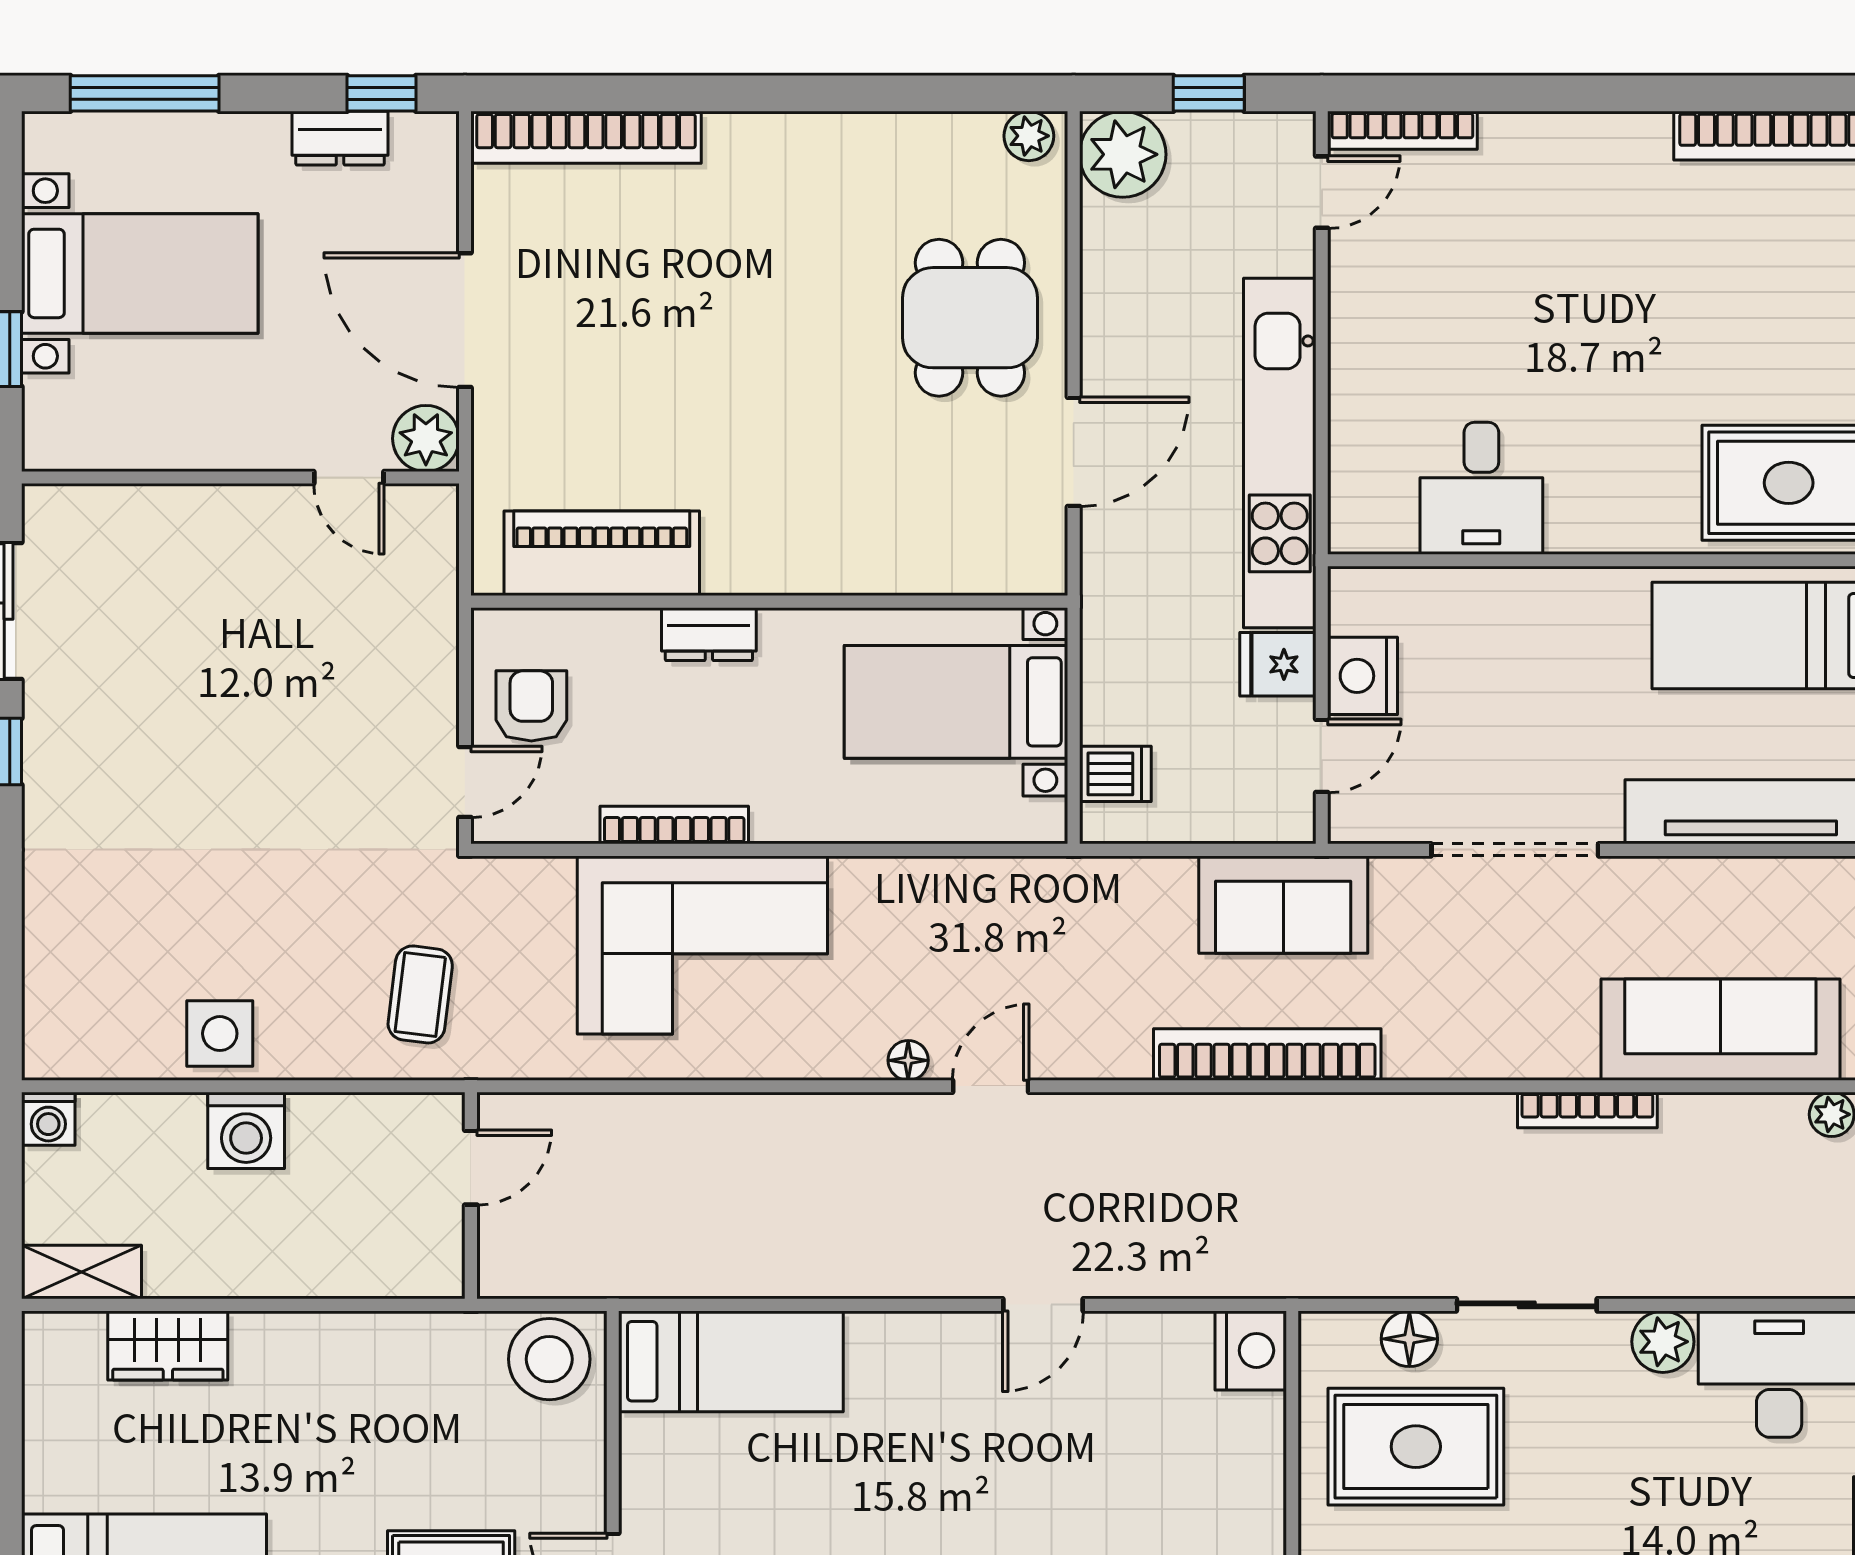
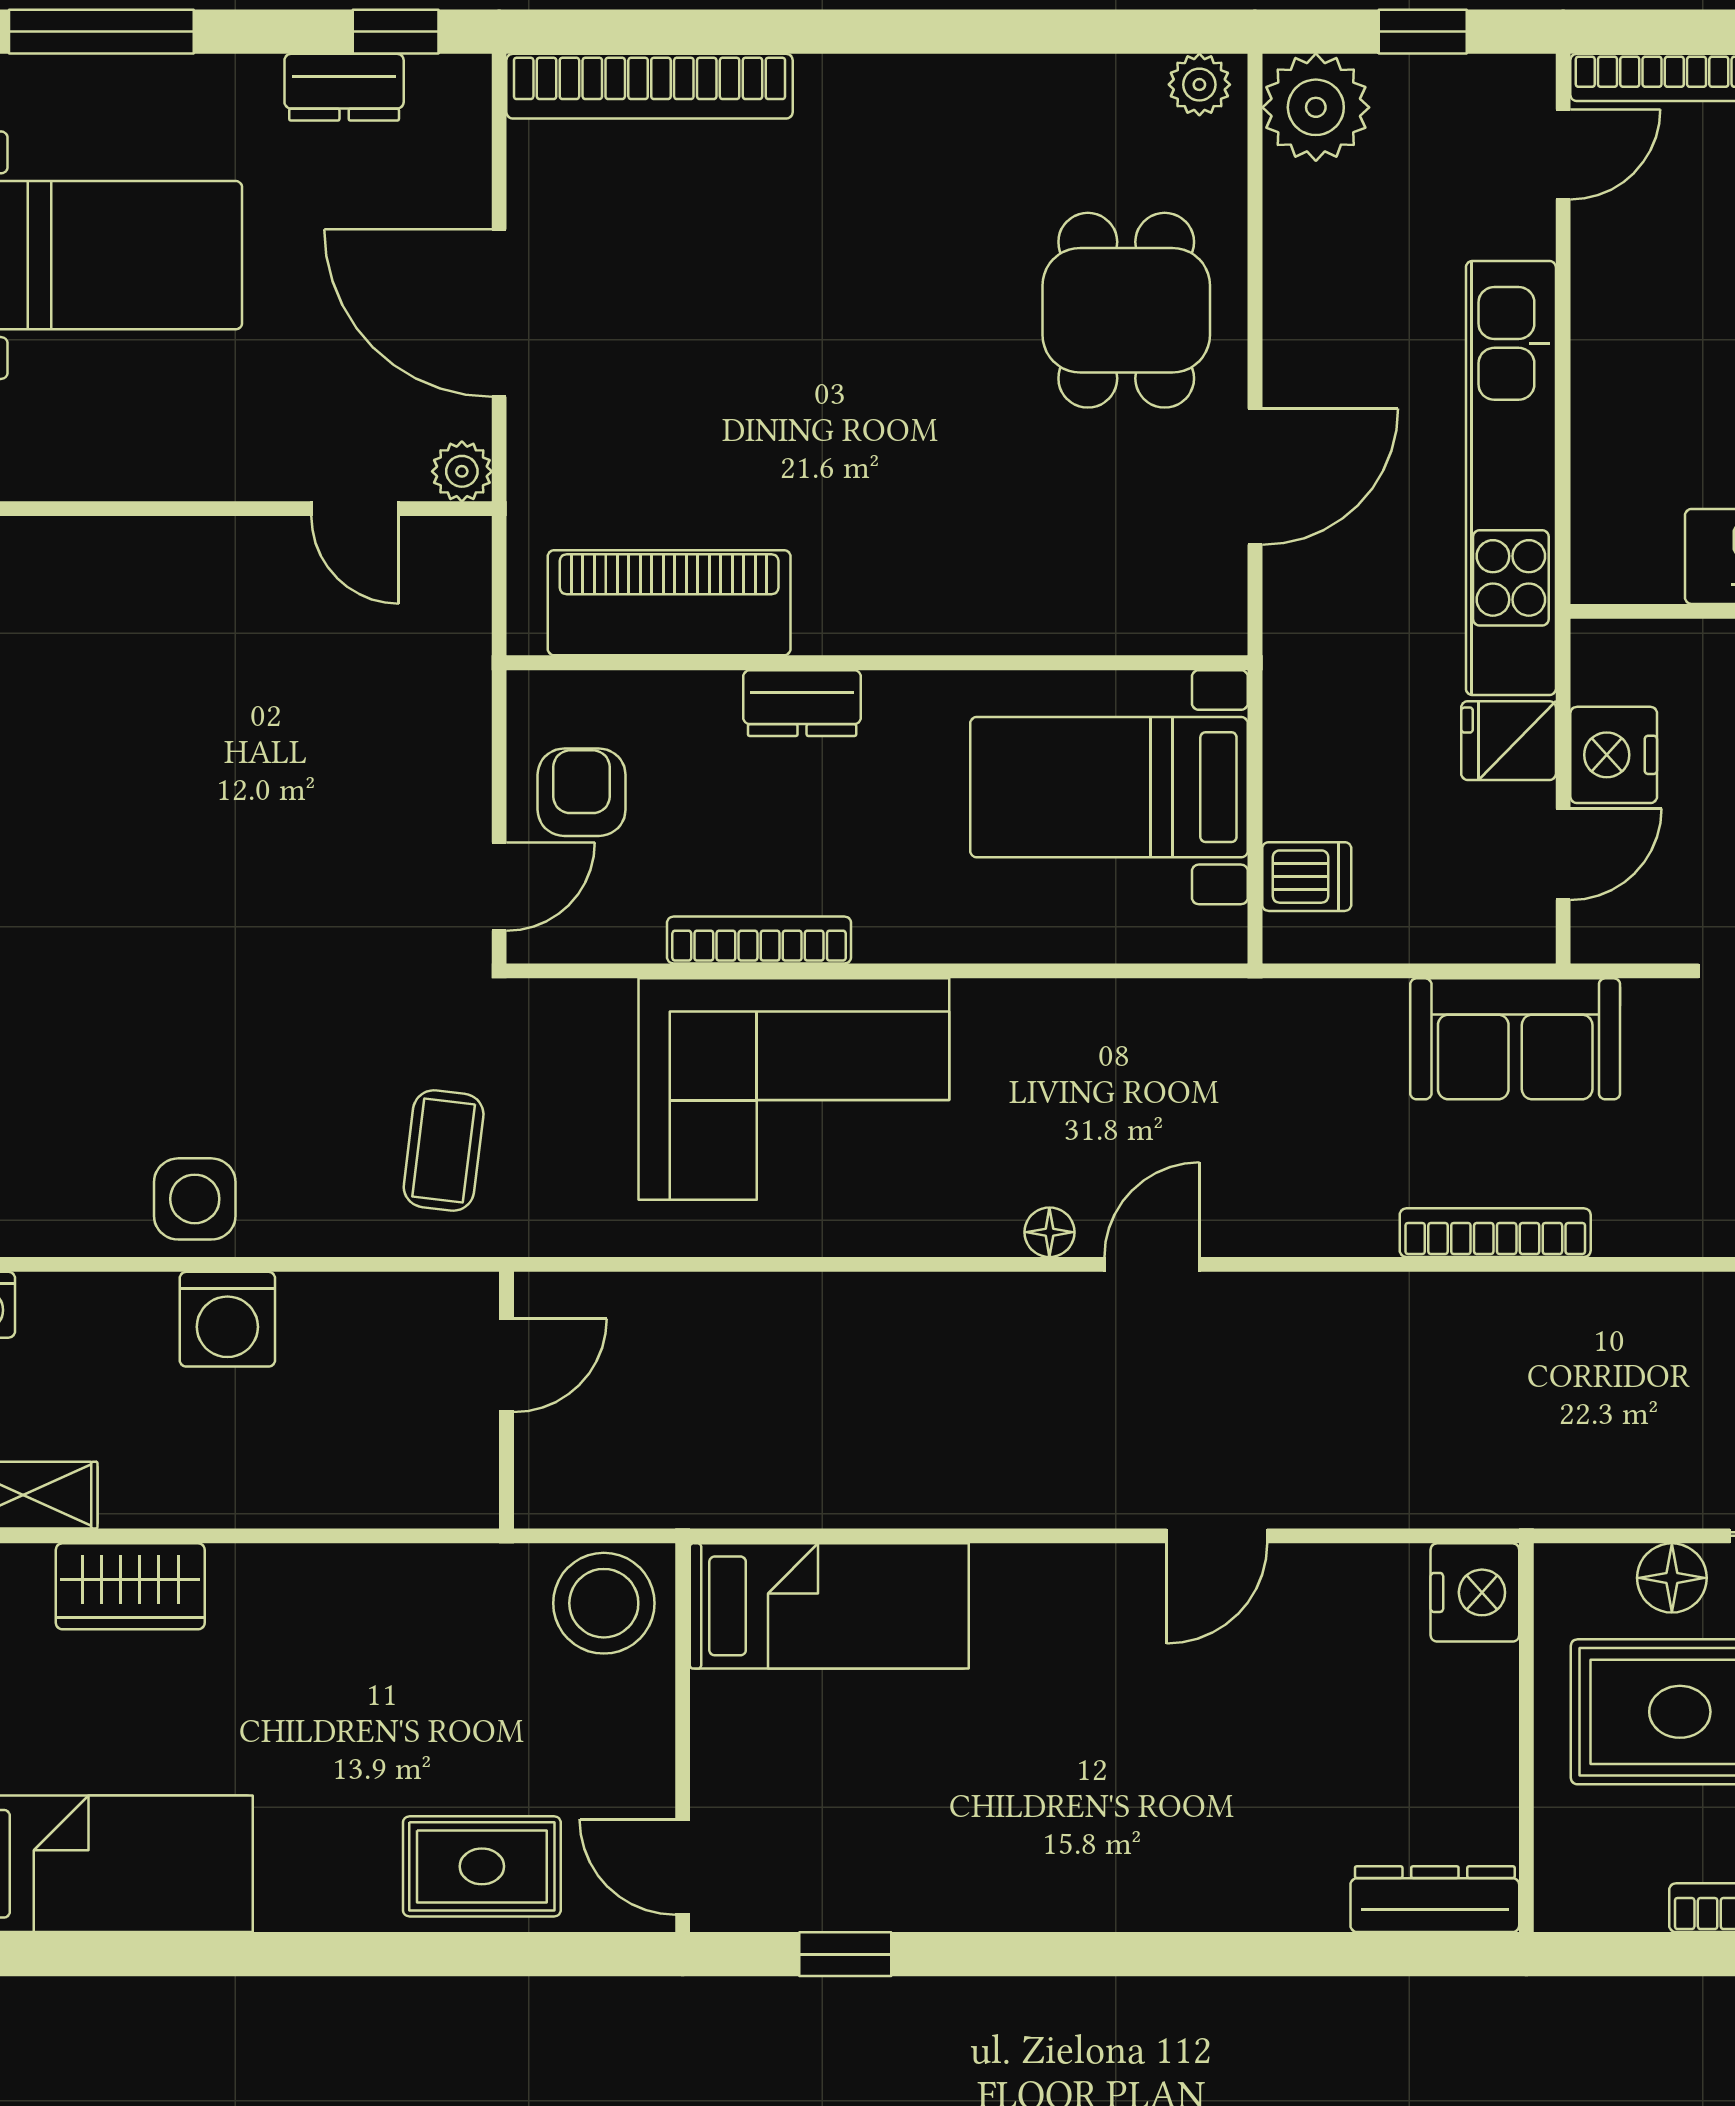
plant: (426, 438) -> (462, 471), width x0.73, depth x0.73
bookcase: (1267, 1055) -> (1495, 1233), width x0.68, depth x0.76

